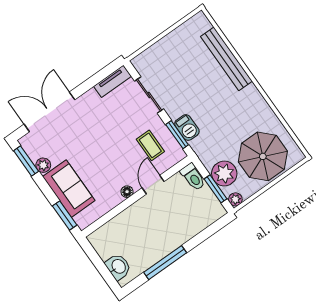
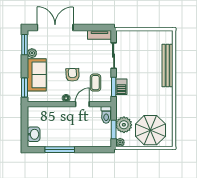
armchair: (114, 156) -> (73, 75), added

